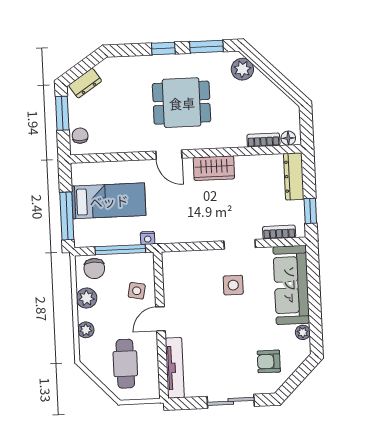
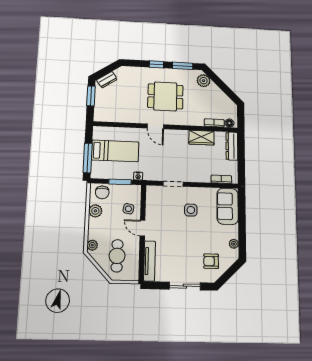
chair: (80, 136) -> (101, 110), removed
wardrobe: (214, 168) -> (201, 138), moved
window: (310, 211) -> (241, 168), removed
doorway: (240, 244) -> (173, 184), moved
window: (120, 250) -> (120, 182), width x0.69
sofa: (291, 285) -> (228, 206), width x0.73
door: (161, 319) -> (142, 228), hinge flipped
plant: (86, 330) -> (92, 245), moved

